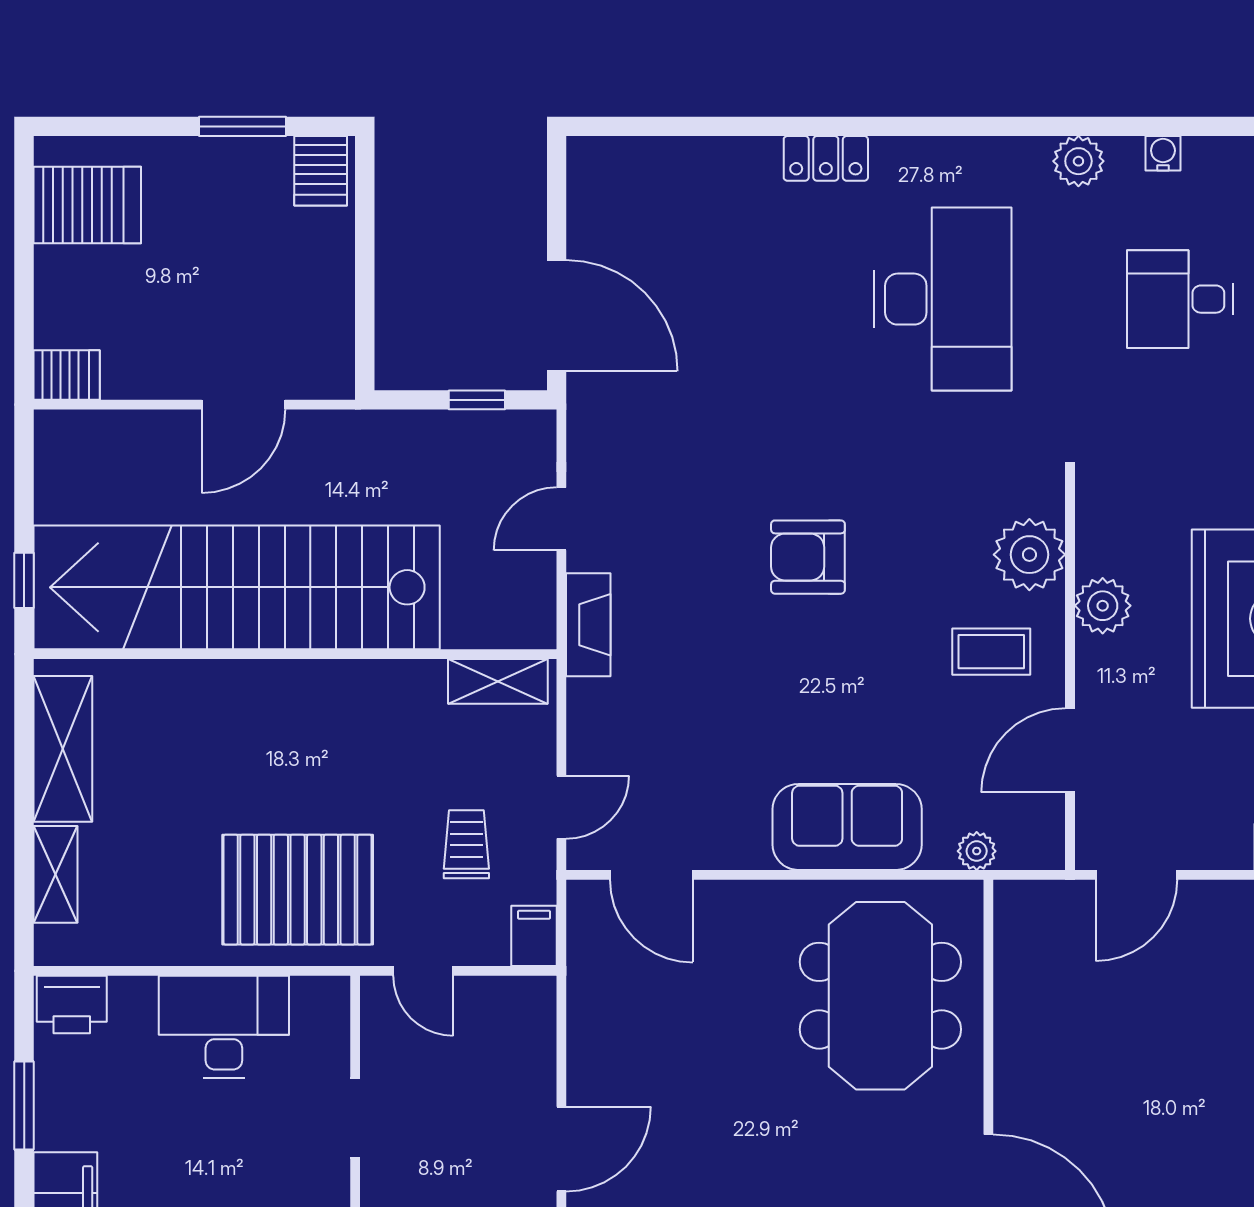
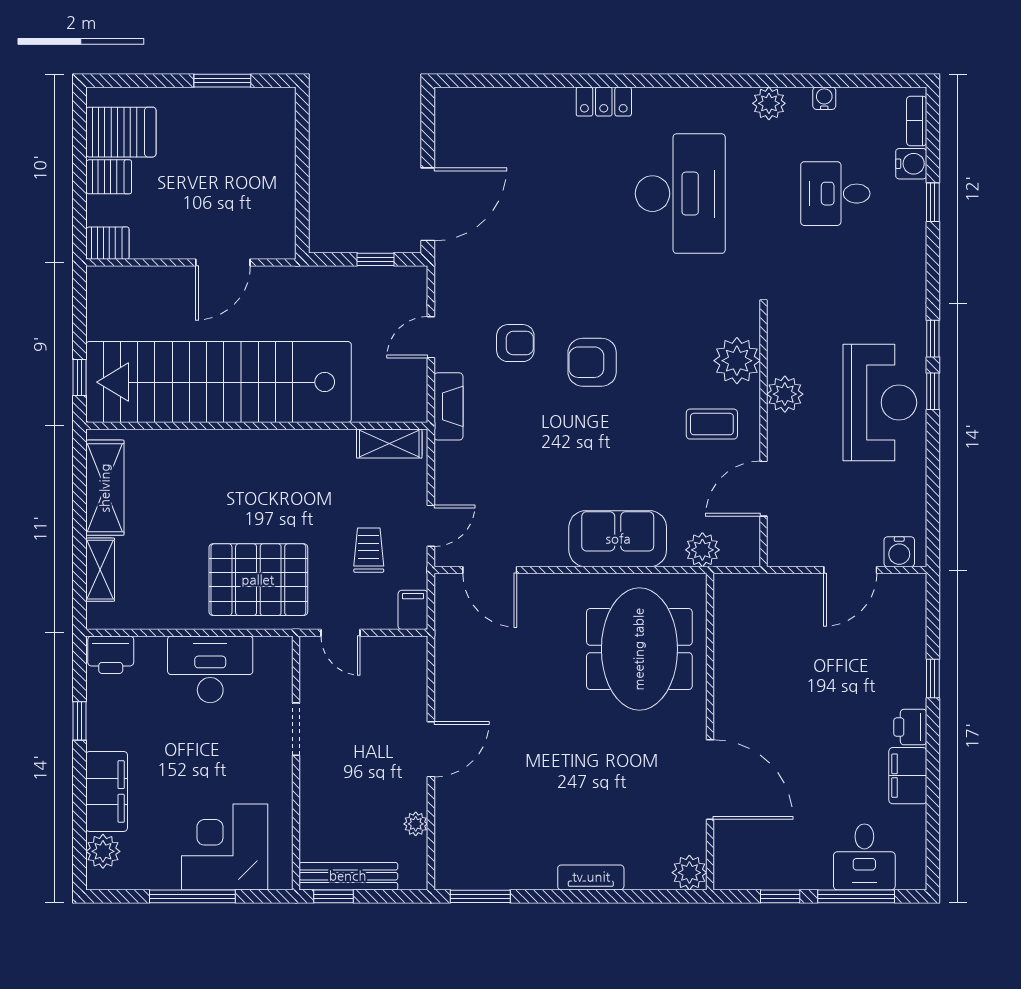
server rack: (321, 171) -> (109, 177), moved, turned -90
door: (557, 316) -> (428, 204), hinge flipped
armchair: (691, 528) -> (515, 343), added
plant: (977, 851) -> (702, 550), width x1.38, depth x1.38
door: (1136, 875) -> (850, 570), moved
window: (24, 1106) -> (80, 721), width x0.67

